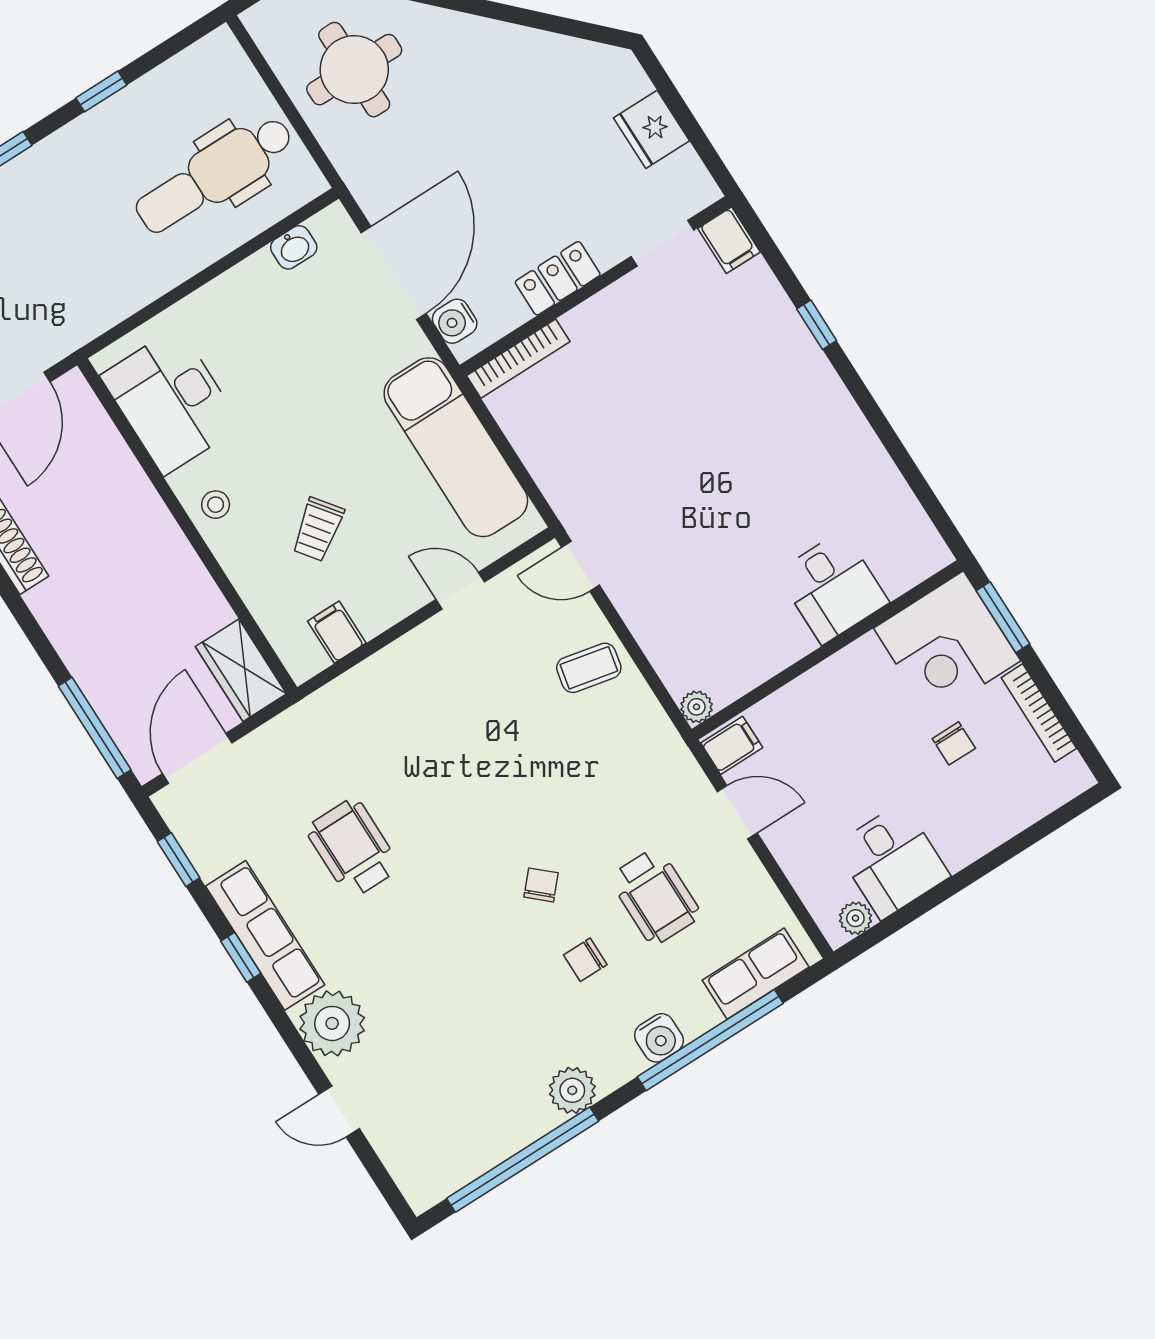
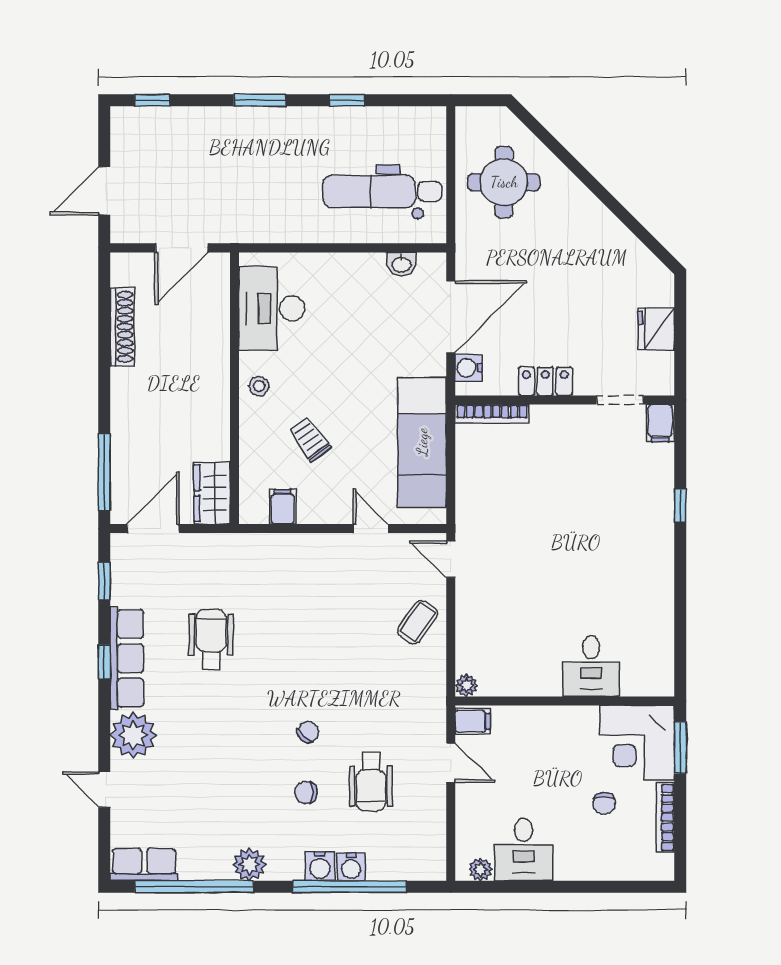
trolley: (318, 529) -> (310, 439), turned 91
coffee table: (589, 668) -> (418, 622), turned -66
row of seats: (756, 974) -> (144, 865), moved
water cooler: (697, 1015) -> (351, 867), added

